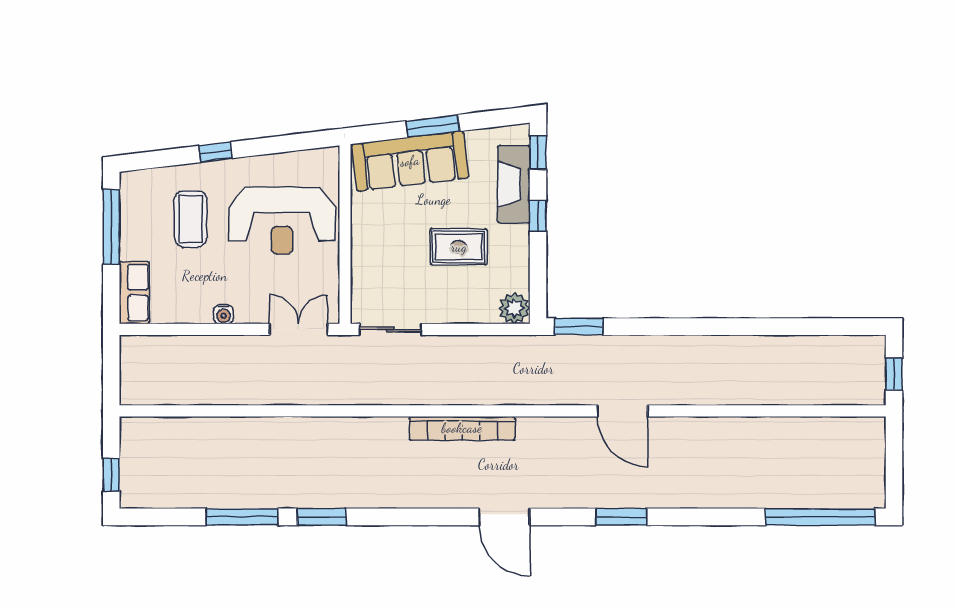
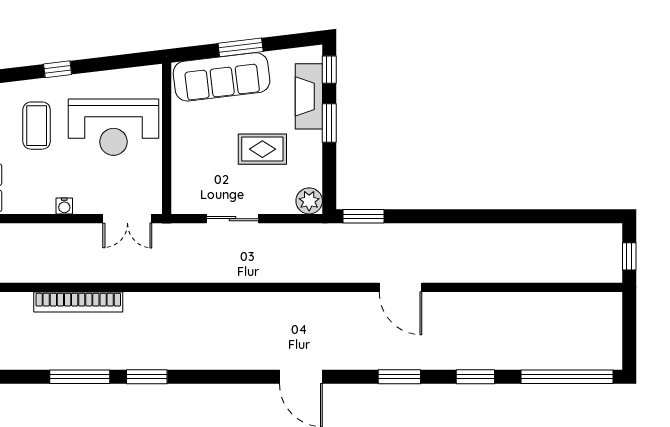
window: (538, 216) -> (329, 123), width x1.50
double door: (299, 329) -> (127, 219), swing flipped
sliding door: (391, 329) -> (232, 219), moved
bookcase: (462, 428) -> (78, 302), moved
window: (711, 517) -> (475, 377), added

